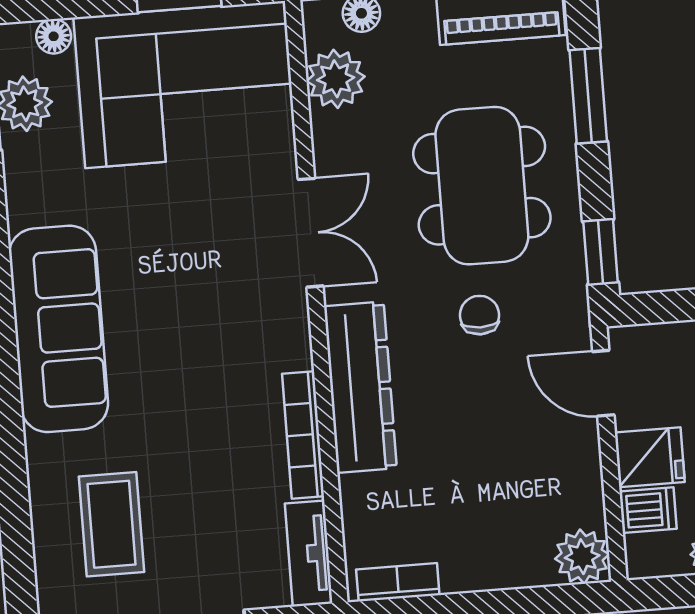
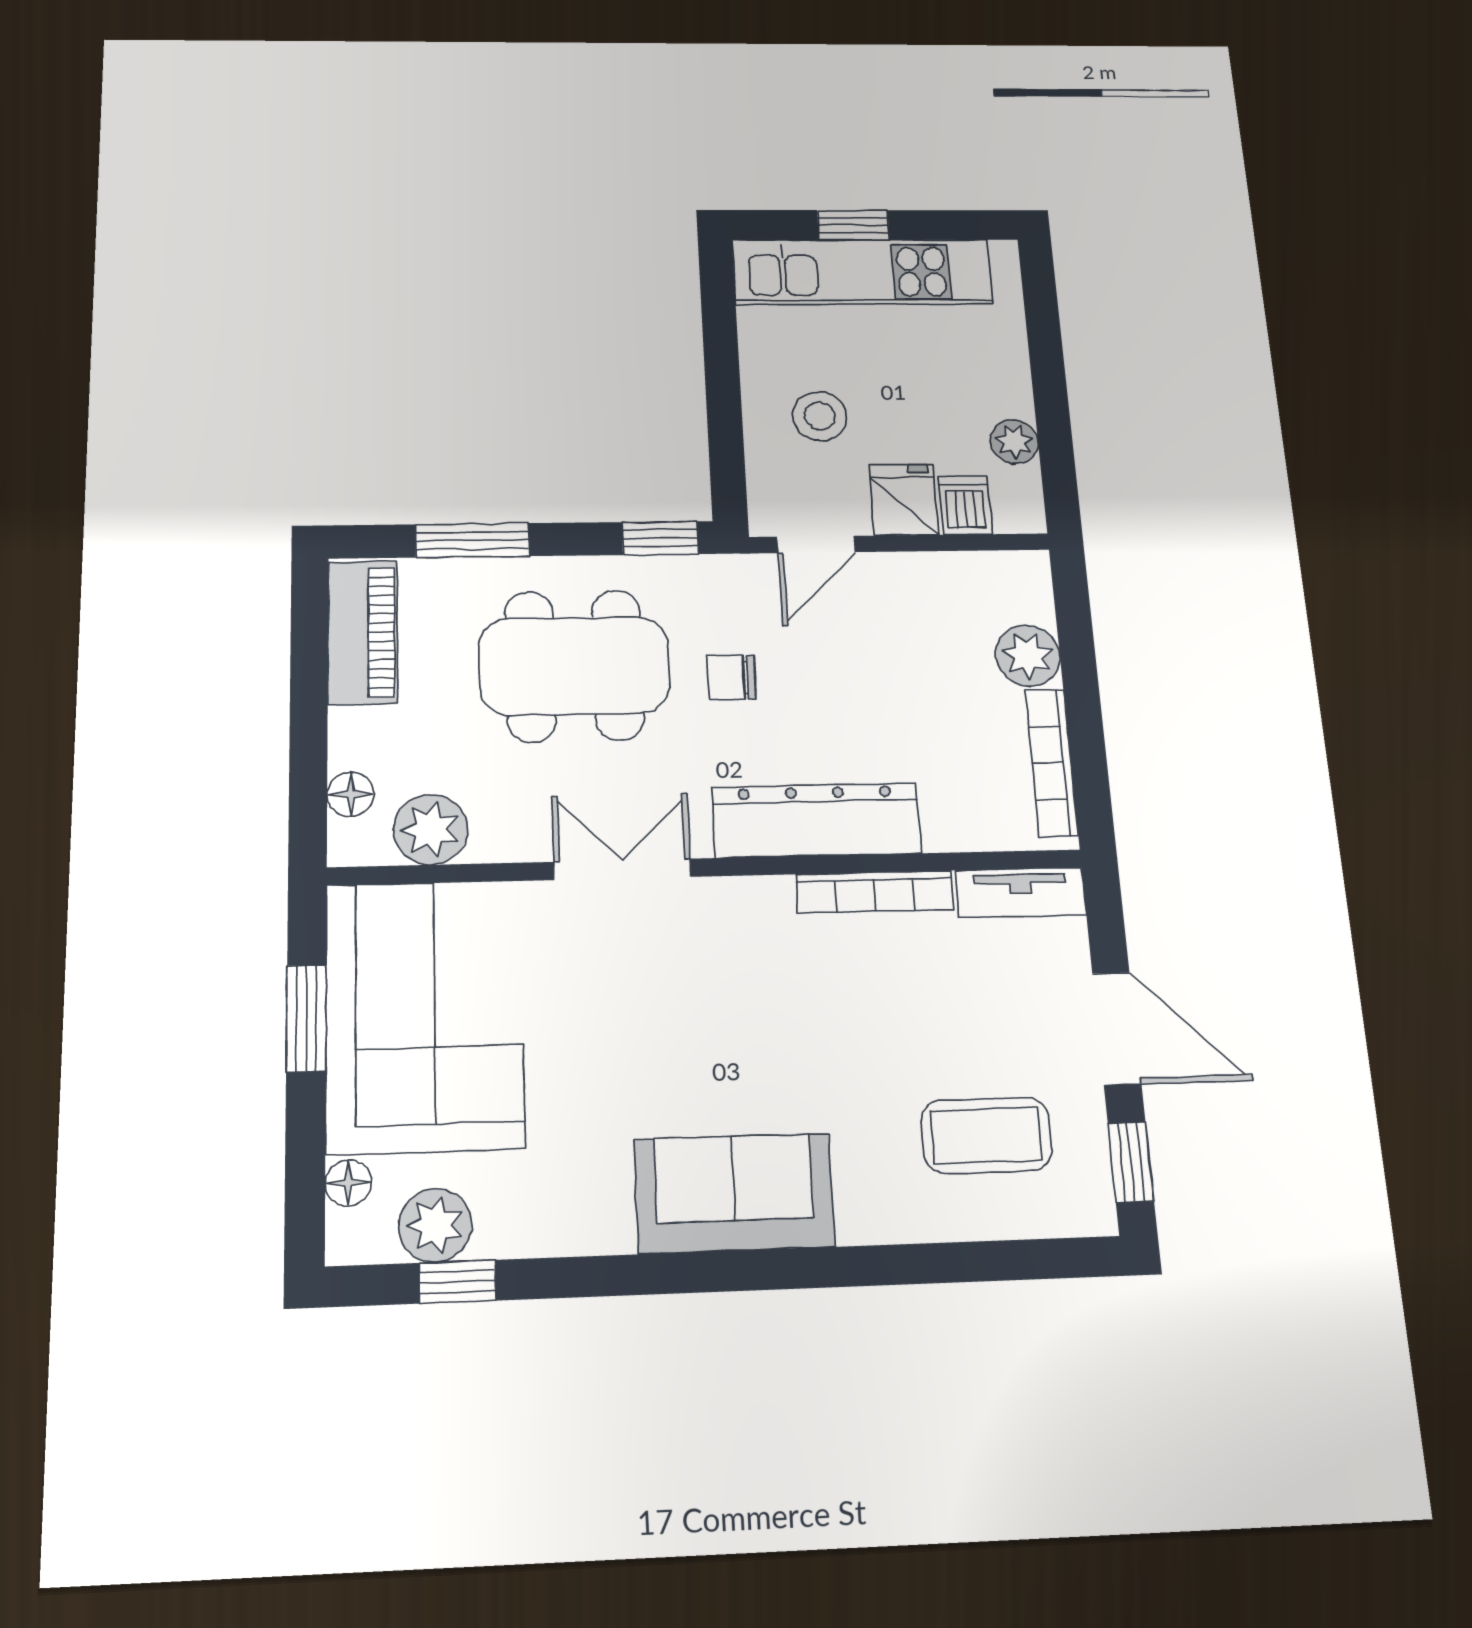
sofa: (59, 329) -> (734, 1193), width x0.73
plant: (582, 557) -> (1028, 656), moved
bookcase: (398, 582) -> (1052, 763), width x1.56

